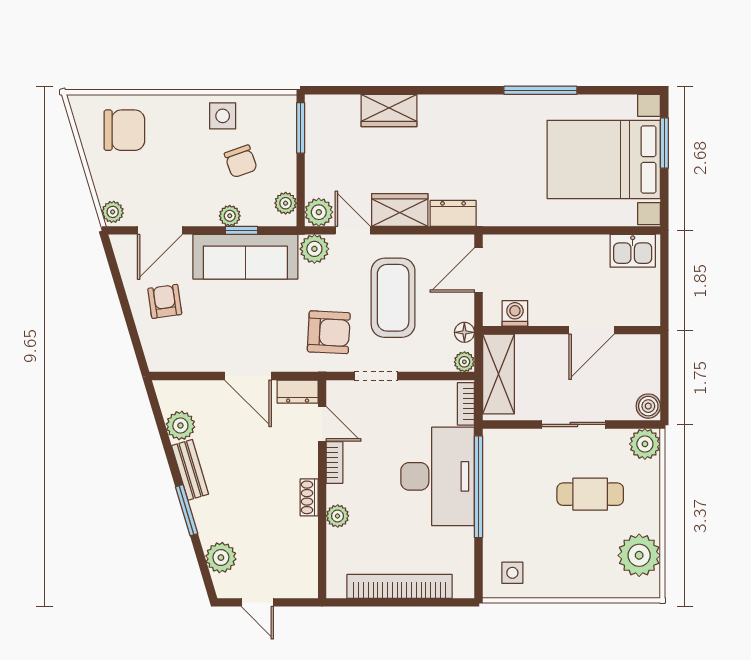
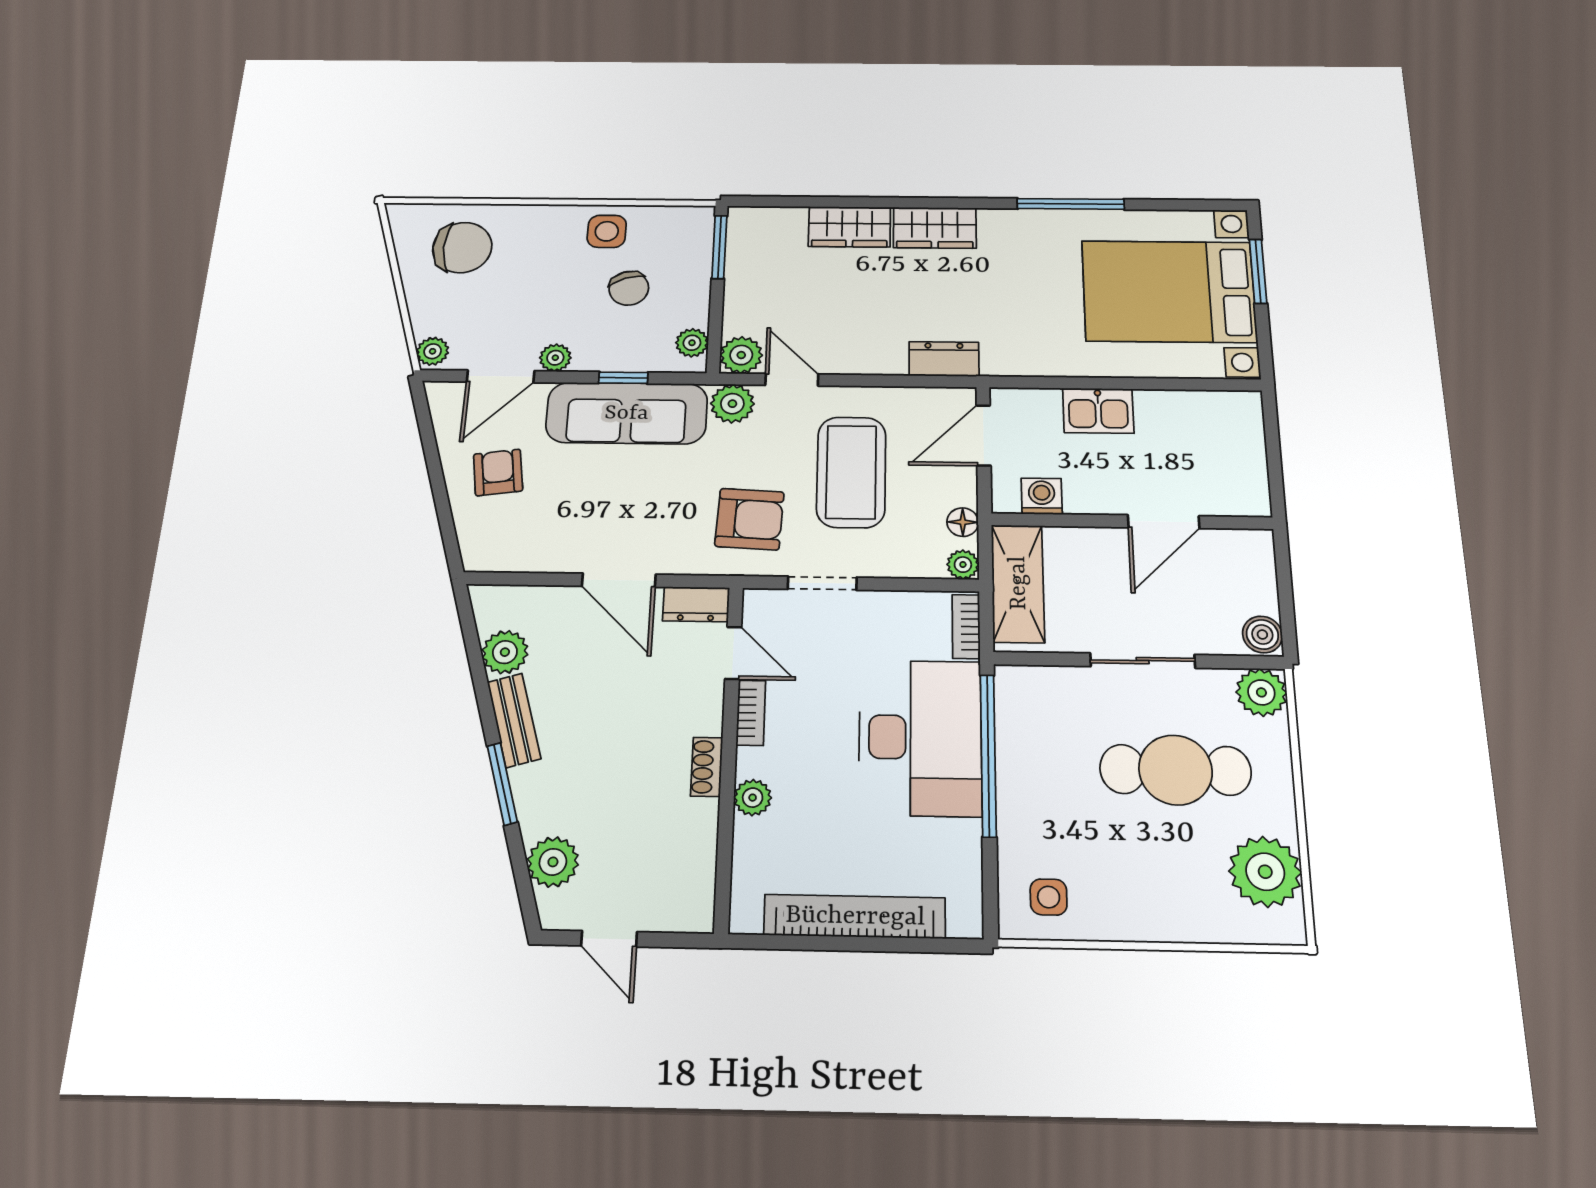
wardrobe: (400, 210) -> (935, 228), moved, turned 180
plant: (230, 216) -> (555, 358), moved
kitchen sink: (633, 251) -> (1098, 411), moved
cafe table: (590, 494) -> (1175, 770), width x1.37, depth x1.35

